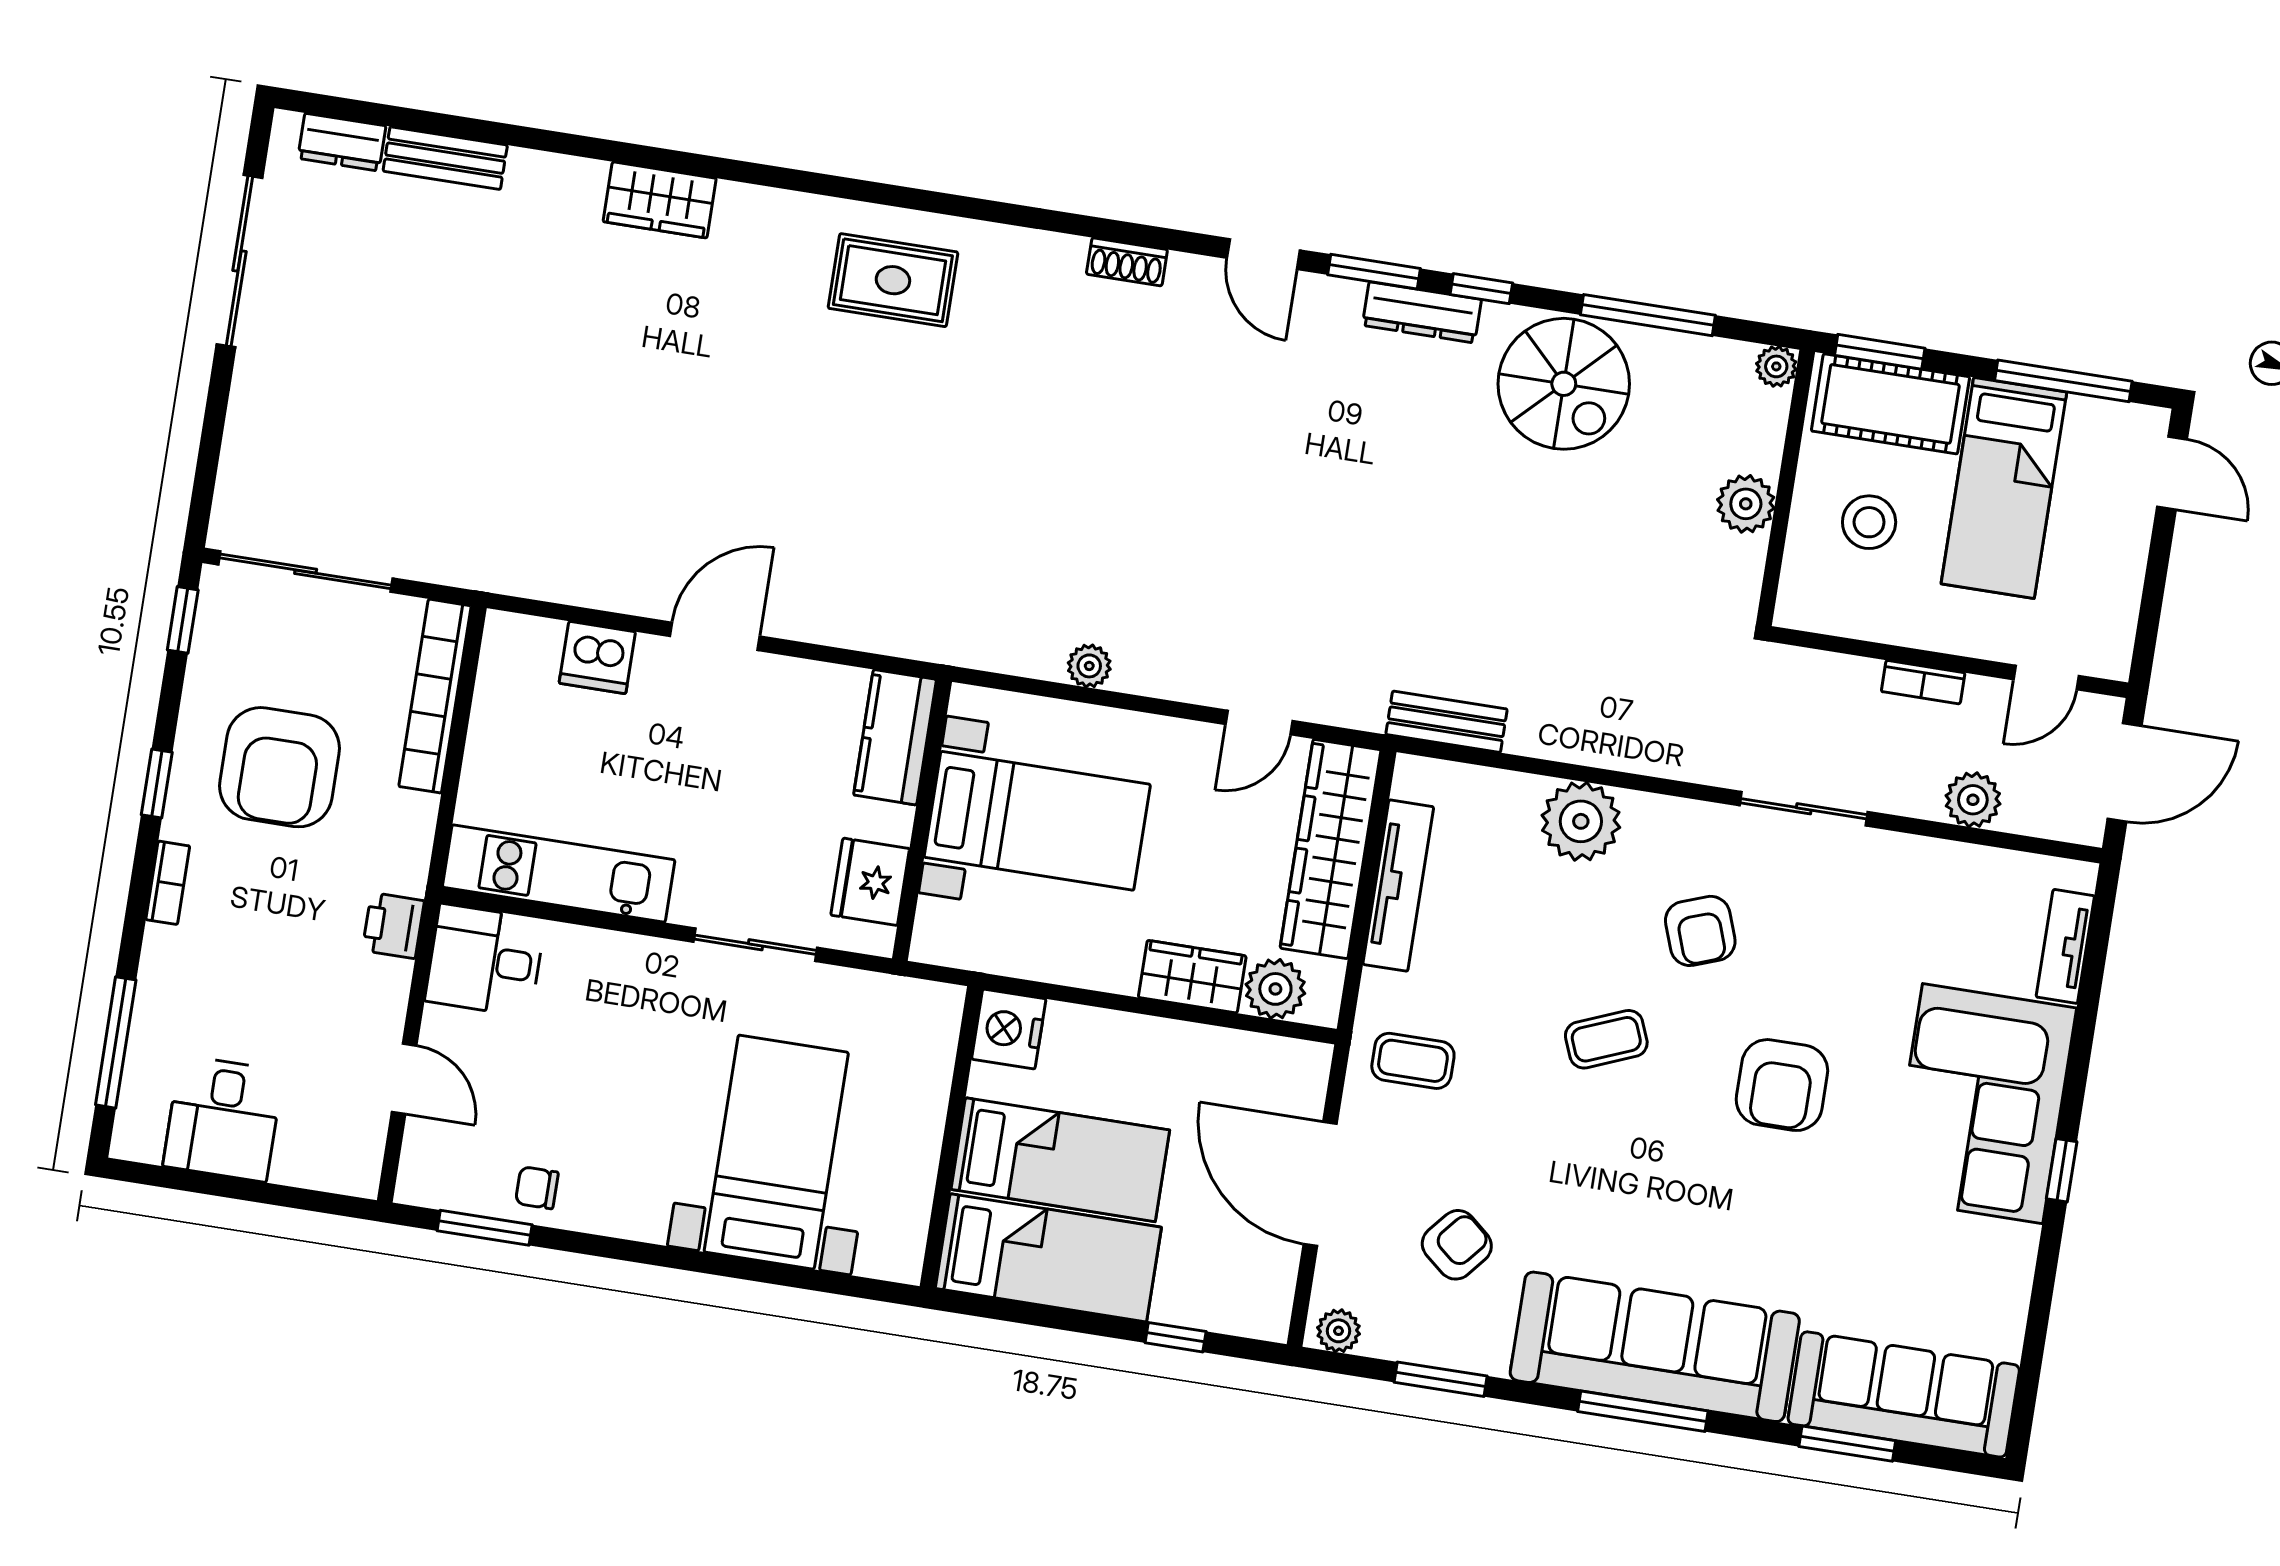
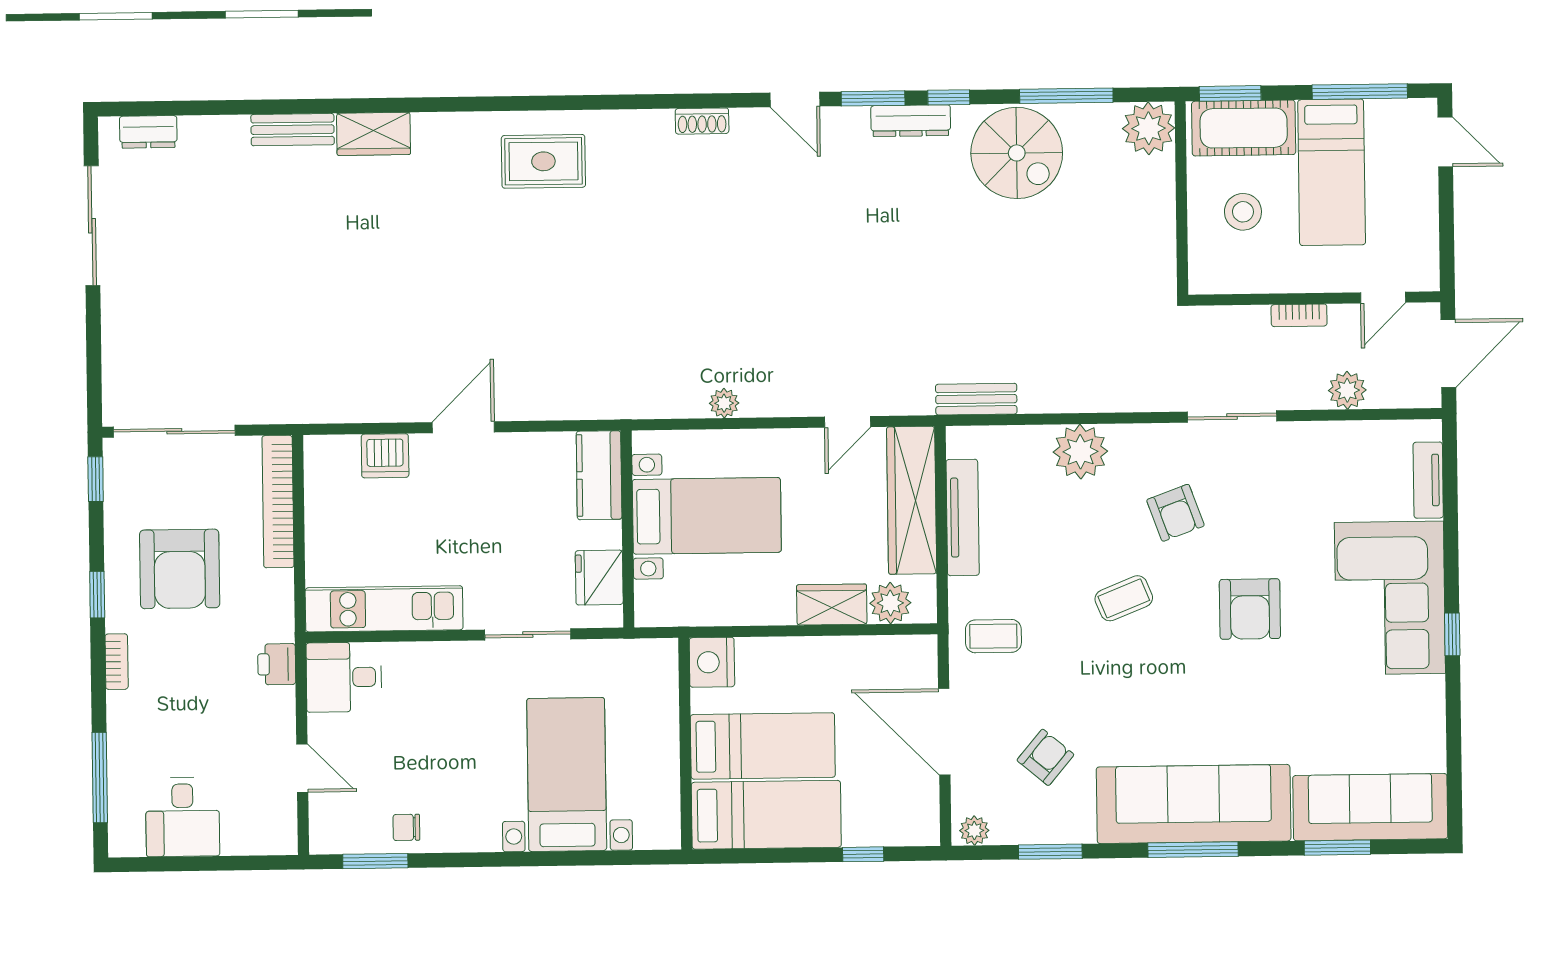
bench: (445, 158) -> (293, 130), moved
plant: (1776, 366) -> (1149, 128), width x1.87, depth x1.87
plant: (1746, 504) -> (1156, 214), removed

